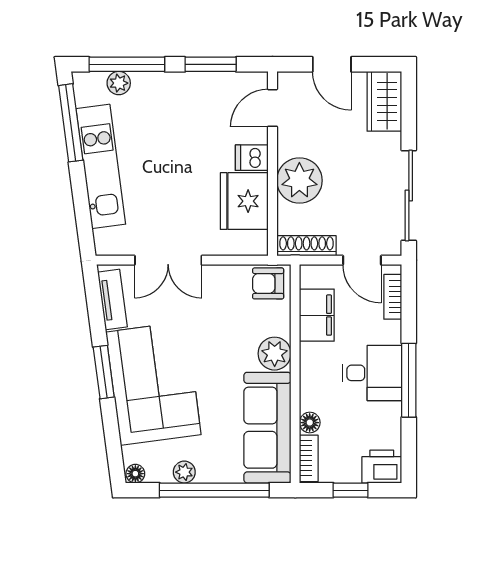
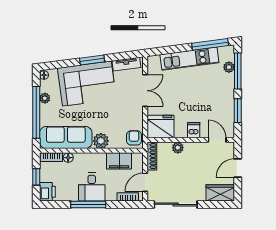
plant: (299, 180) -> (178, 148), width x0.53, depth x0.53
fridge: (244, 201) -> (160, 127), moved
double door: (168, 260) -> (145, 91), swing flipped

